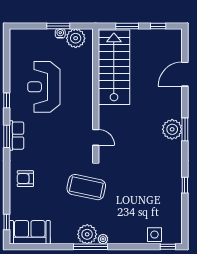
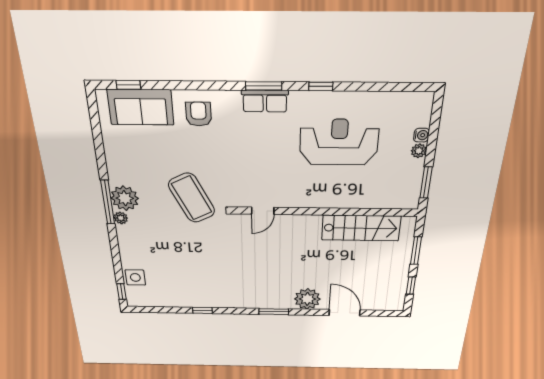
window: (58, 26) -> (426, 183), moved
water cooler: (60, 33) -> (421, 135), moved
plant: (76, 38) -> (419, 151), moved, width x0.53, depth x0.53
stairs: (114, 67) -> (361, 228), width x0.73, depth x0.66
plant: (172, 129) -> (307, 299), moved
coffee table: (86, 187) -> (192, 198), turned -38
sofa: (30, 232) -> (141, 107), moved, turned 90

